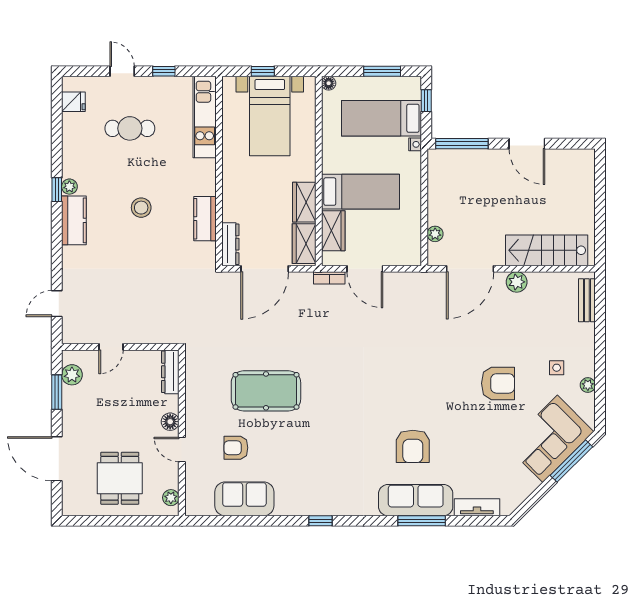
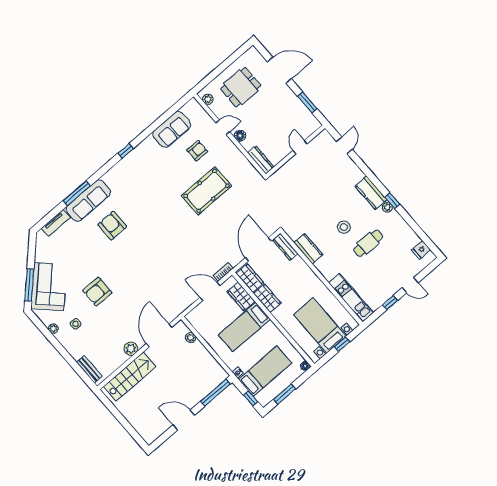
cafe table: (130, 128) -> (368, 243), moved
plant: (72, 375) -> (307, 117), removed
dining table: (120, 478) -> (241, 87), turned 90

